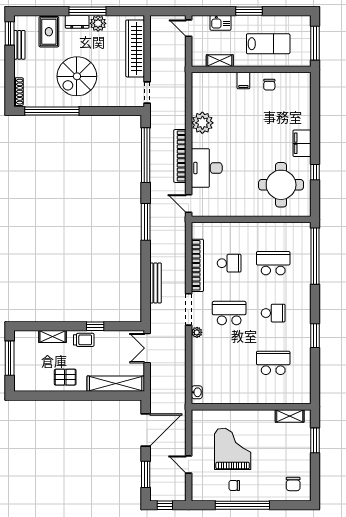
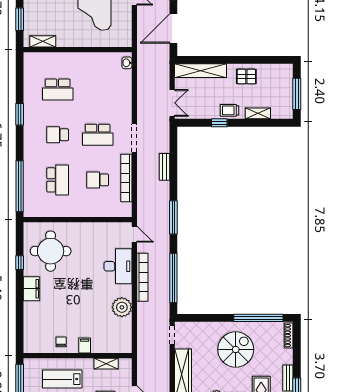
school desk: (273, 263) -> (58, 180), turned -90
bench: (155, 283) -> (164, 167), width x0.73
plant: (197, 332) -> (127, 117), removed

